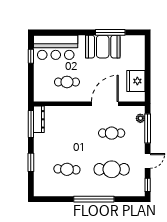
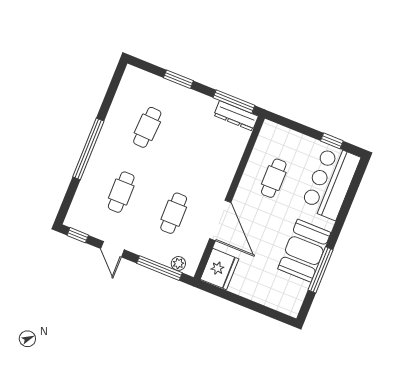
fridge: (136, 81) -> (220, 269), moved, turned 90
cafe table: (112, 169) -> (121, 192), width x0.73, depth x0.74

